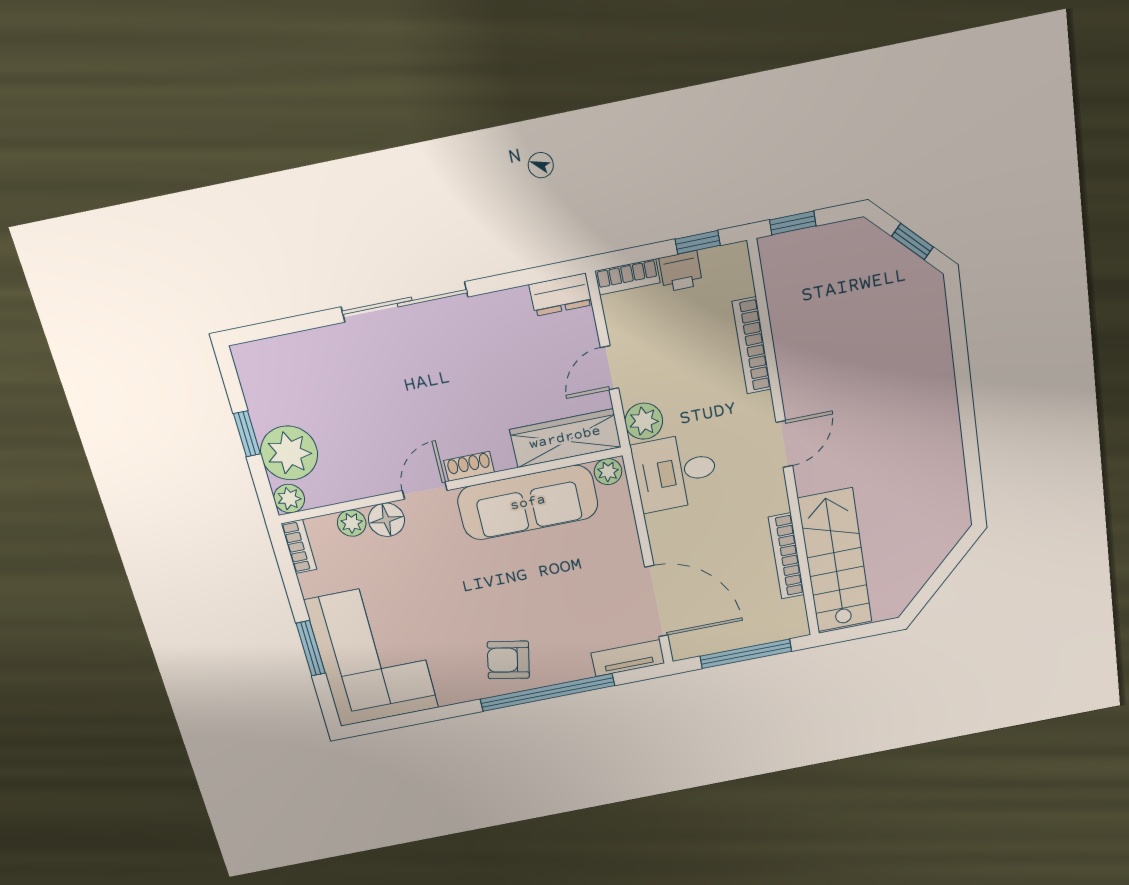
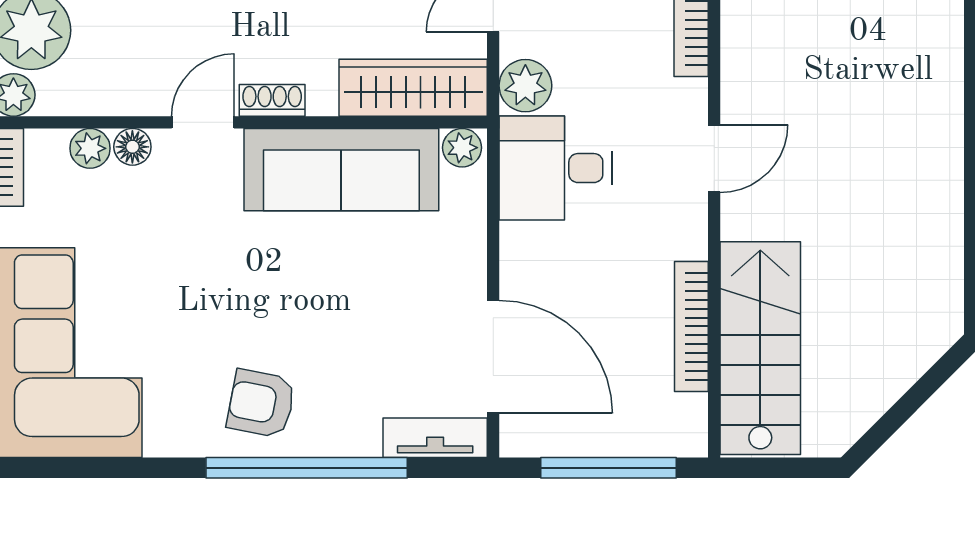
floor lamp: (386, 520) -> (132, 147), width x0.73, depth x0.73

